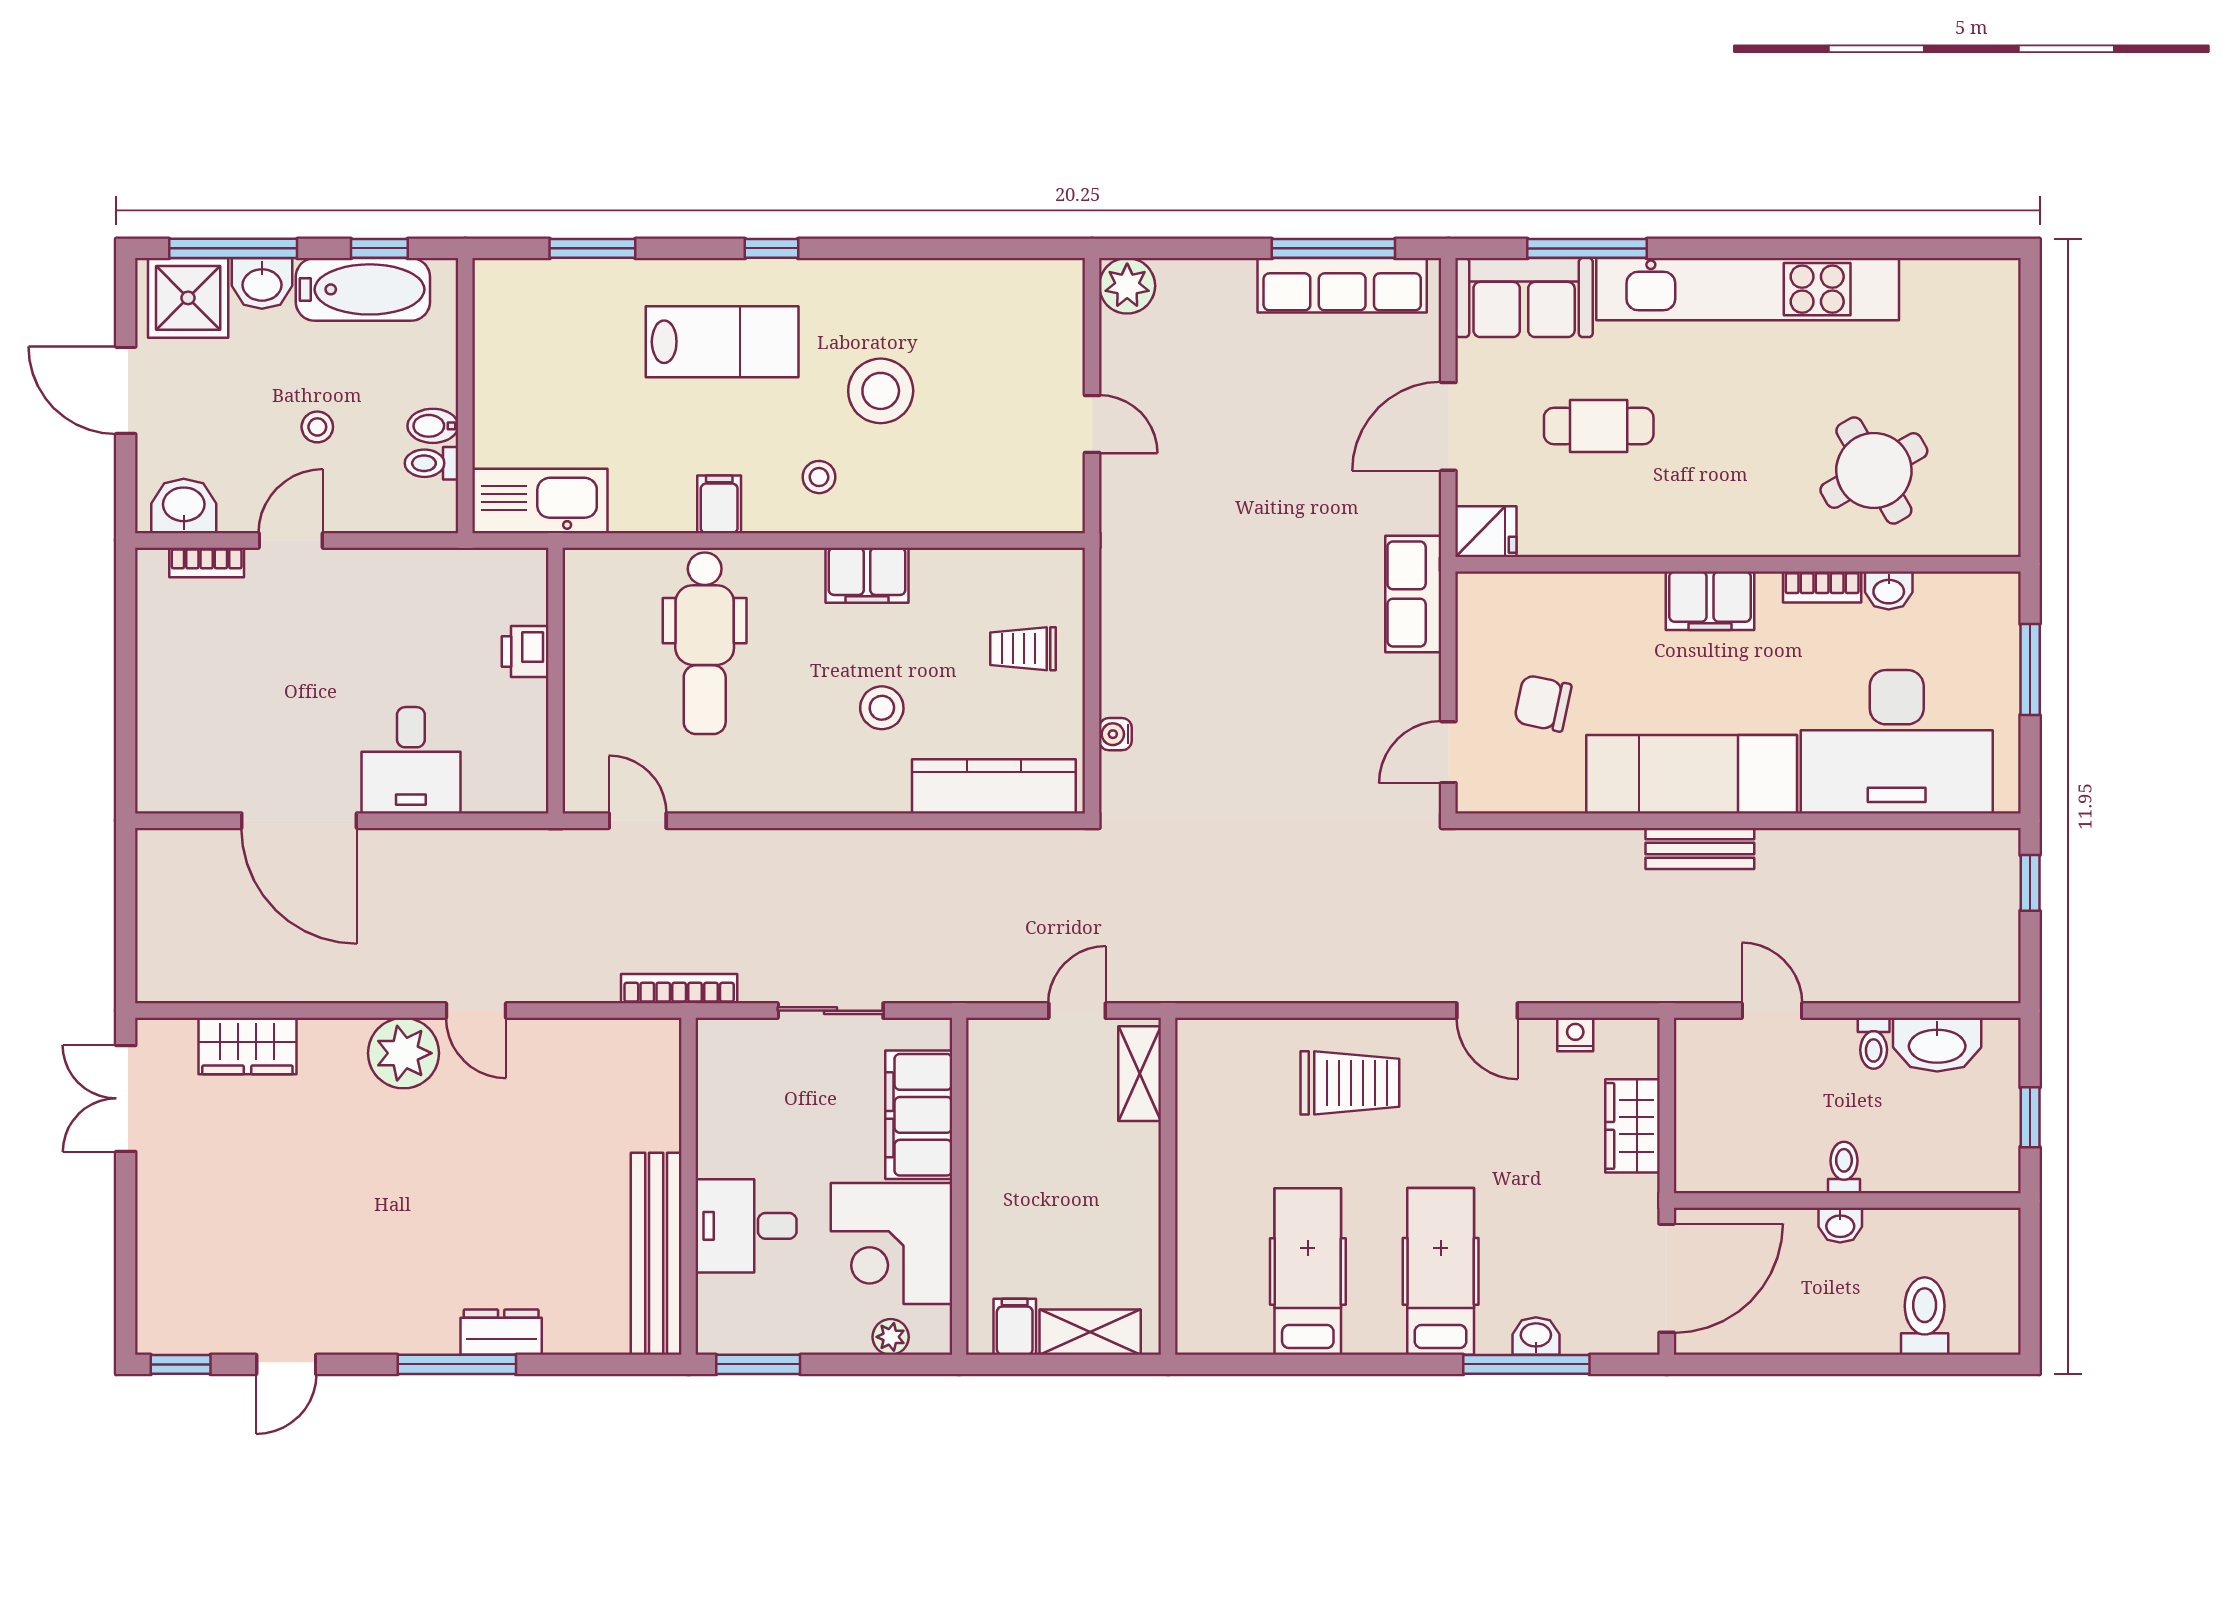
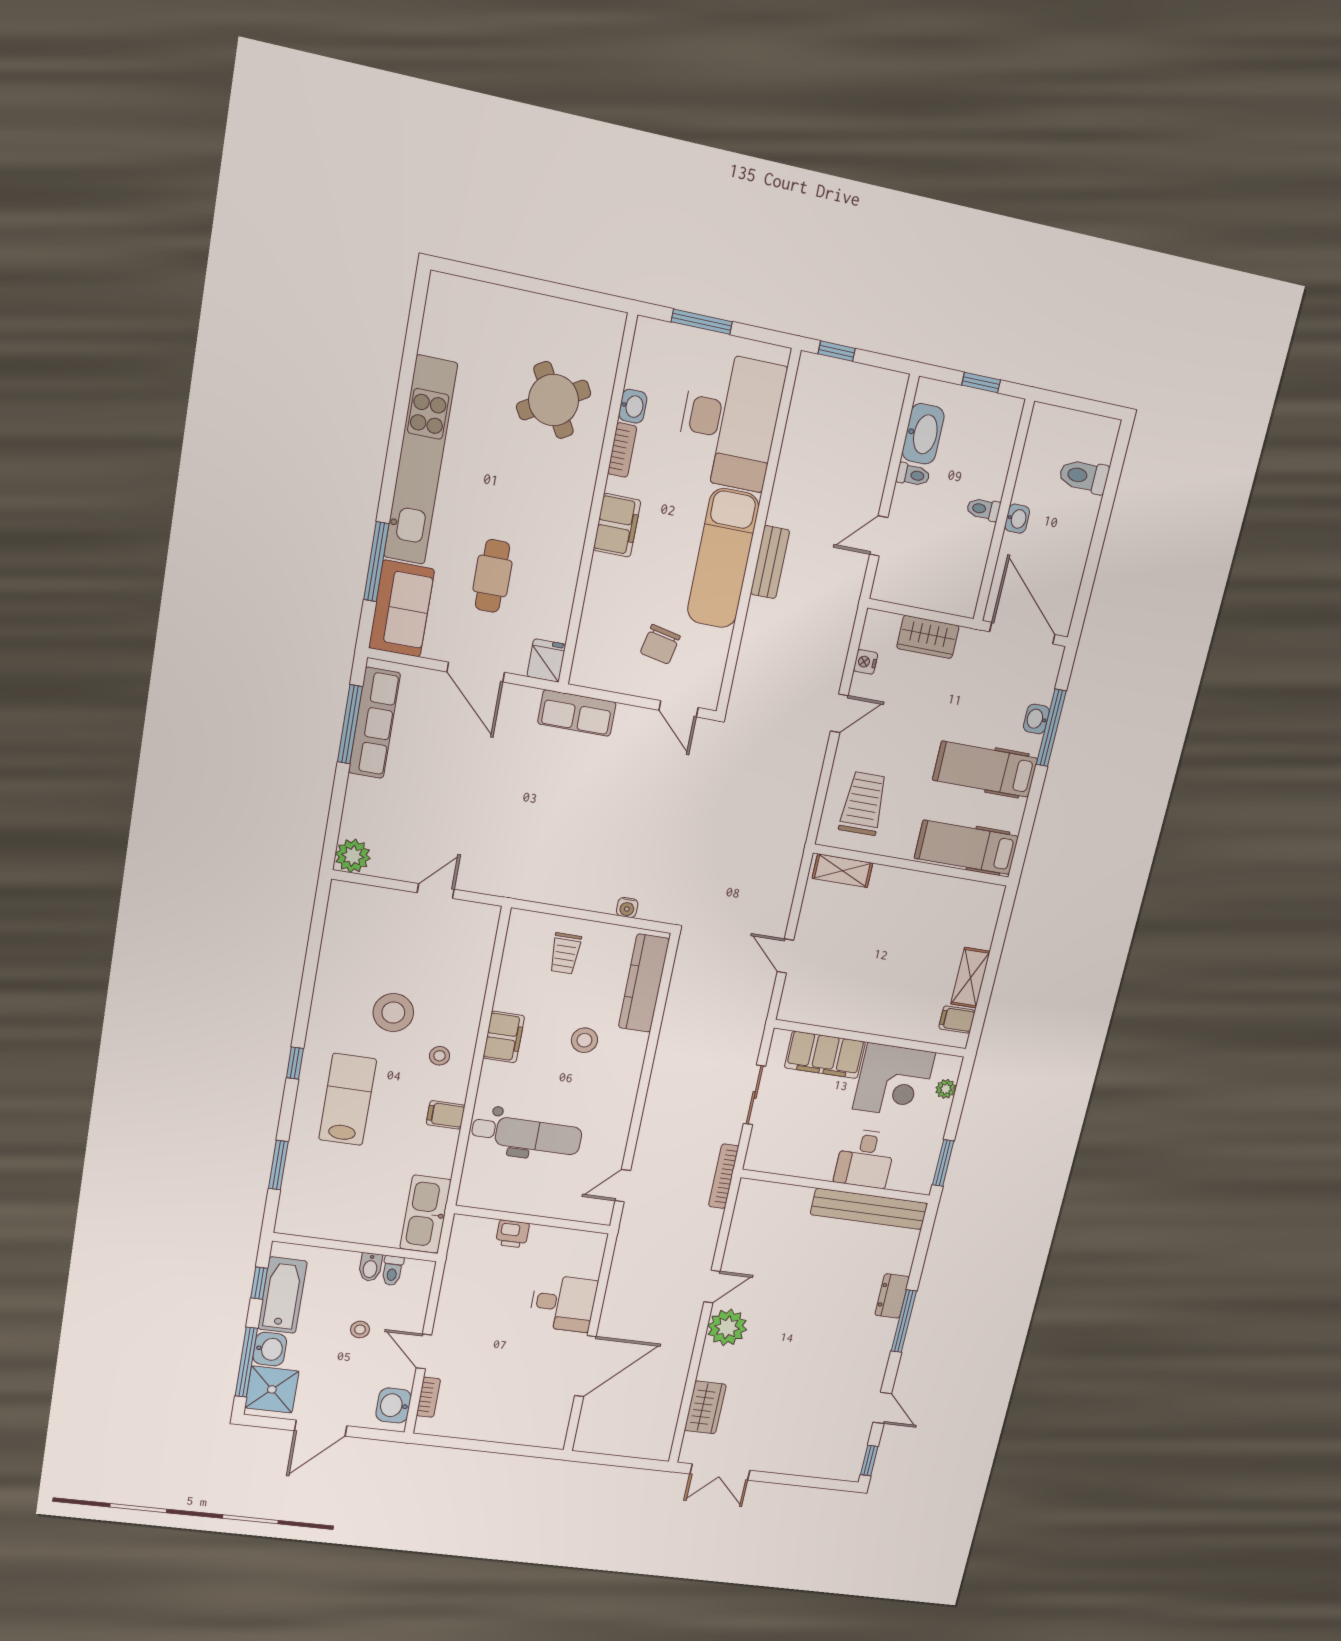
shelving: (1140, 1074) -> (842, 871), moved
wall: (1168, 1186) -> (911, 865), moved

